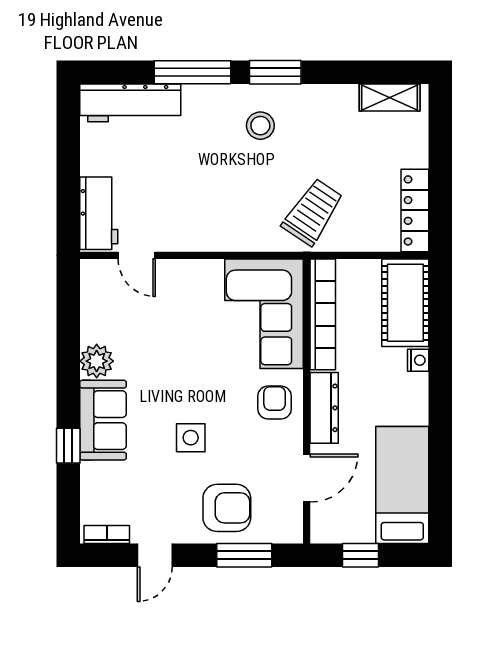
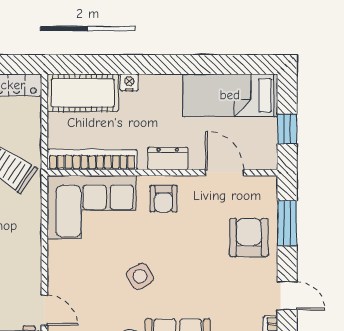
door: (137, 255) -> (44, 310), hinge flipped
armchair: (275, 402) -> (163, 199), turned -90
dresser: (324, 408) -> (168, 159), width x0.70
side table: (191, 438) -> (140, 276), moved, turned -30

